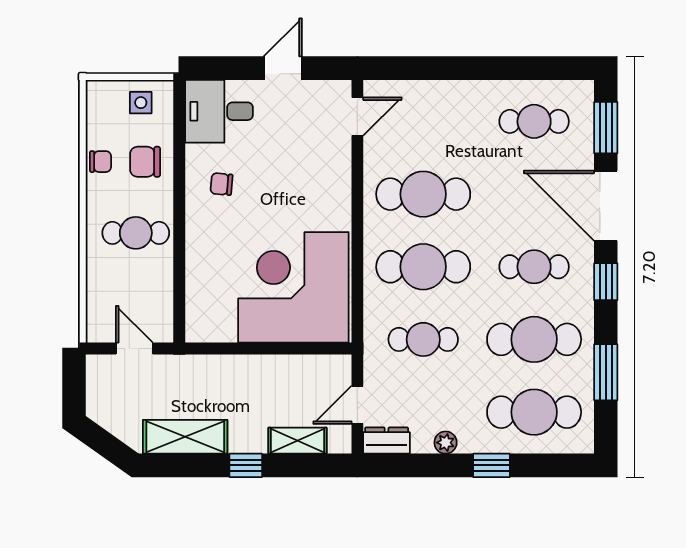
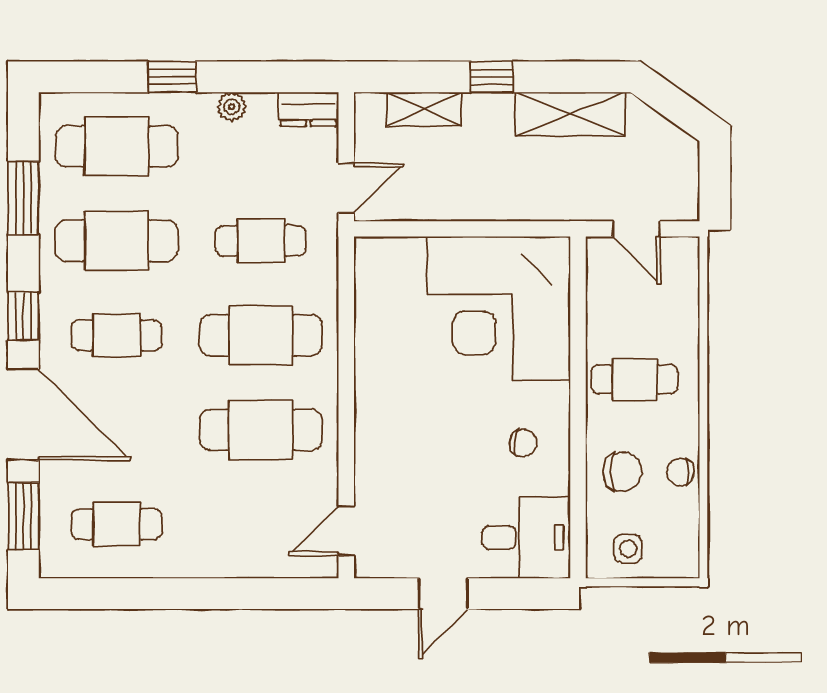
corner desk: (293, 287) -> (499, 308), moved, turned 90
door: (357, 405) -> (346, 188), moved

